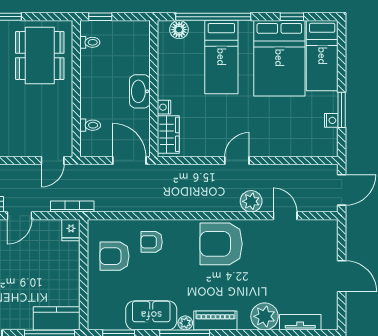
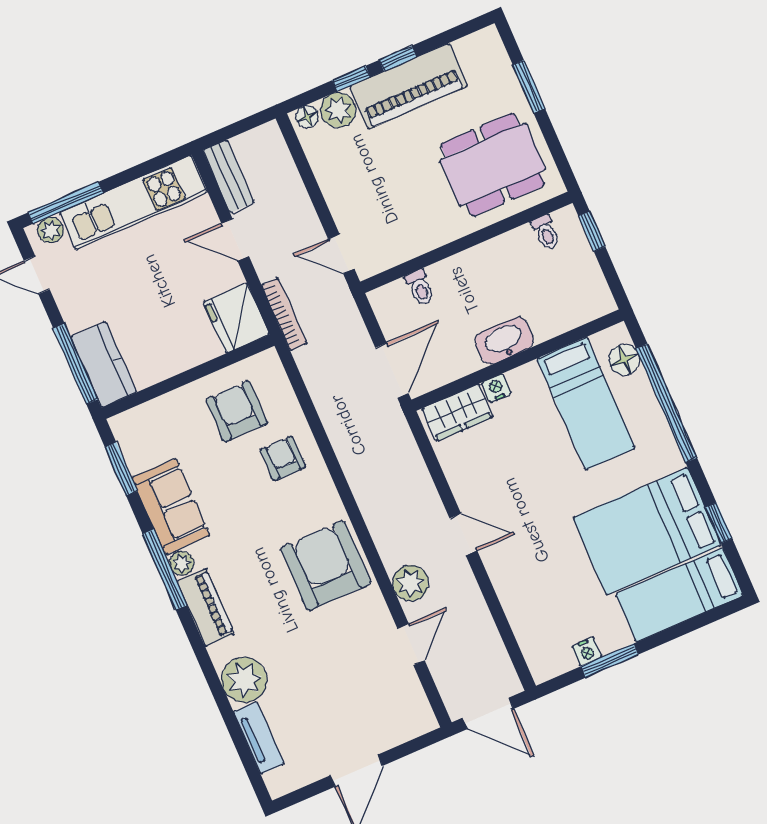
bed: (221, 57) -> (586, 403), moved, turned -90
fridge: (71, 230) -> (236, 318), width x1.88, depth x1.34

